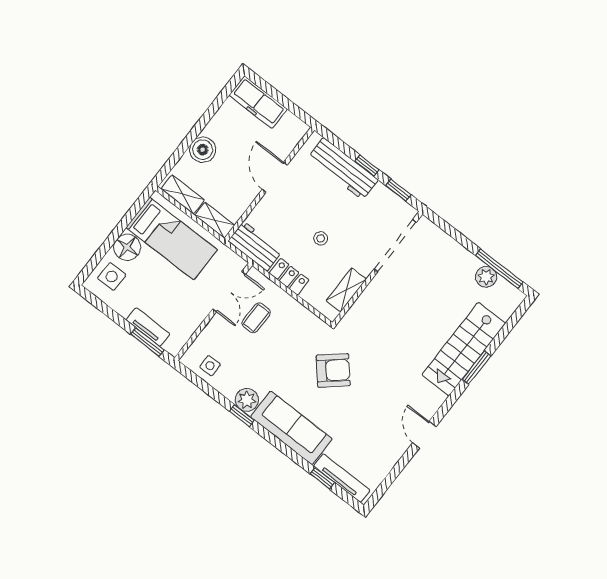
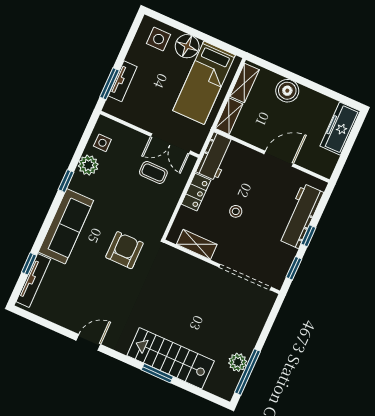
armchair: (333, 370) -> (124, 250), turned -139
plant: (247, 400) -> (88, 165), moved

